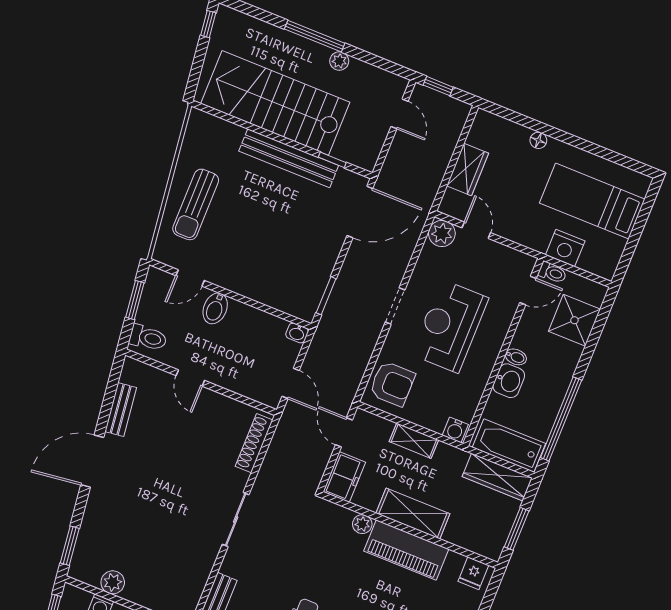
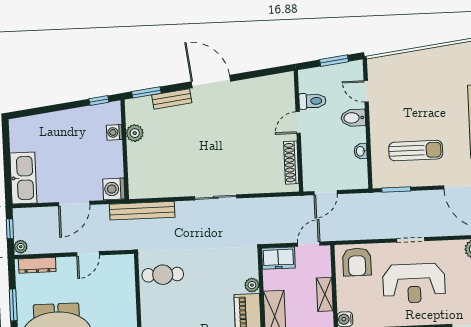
sun lounger: (196, 204) -> (416, 151), moved, turned 180
reception desk: (450, 326) -> (414, 283), turned 180
washbasin: (297, 333) -> (361, 151), moved
toilet: (148, 338) -> (312, 101), moved, turned -83
bench: (121, 410) -> (172, 99), moved
shoe rack: (254, 443) -> (291, 163), moved, turned -90

